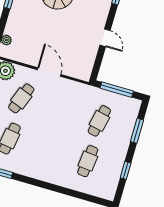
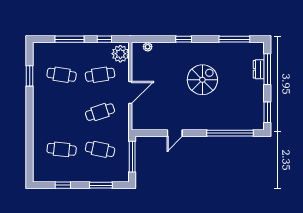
cafe table: (21, 98) -> (100, 75), turned -30
cafe table: (60, 110) -> (100, 112), added

